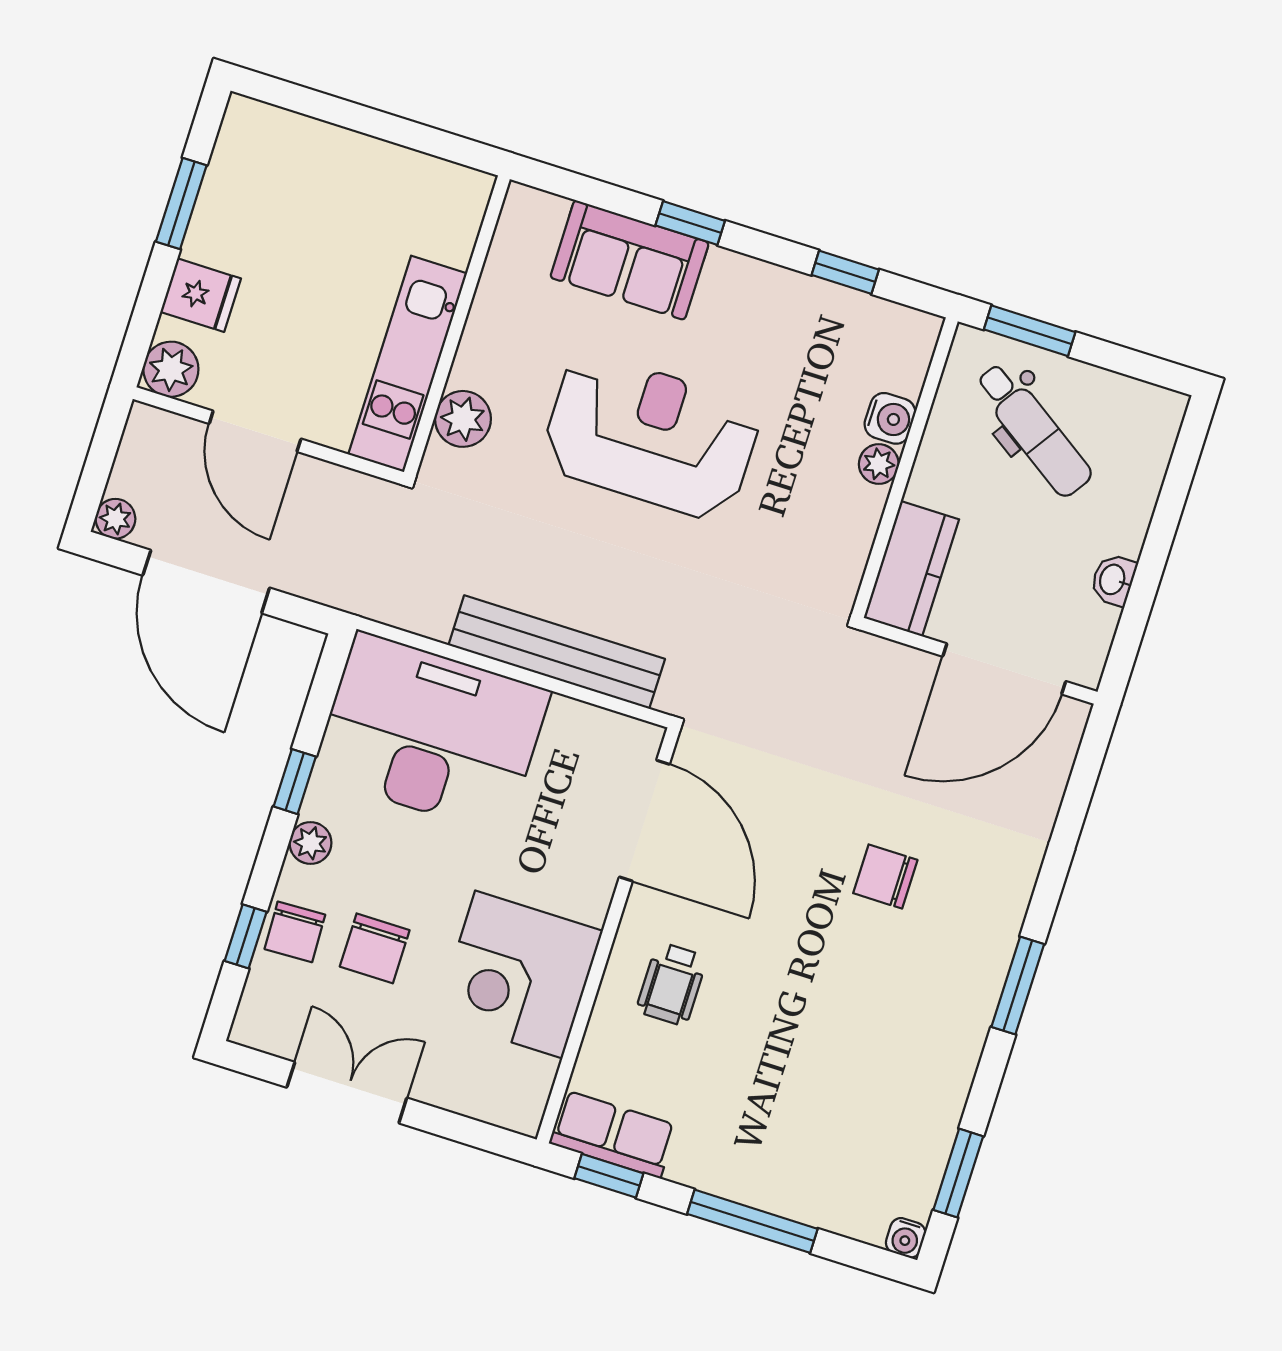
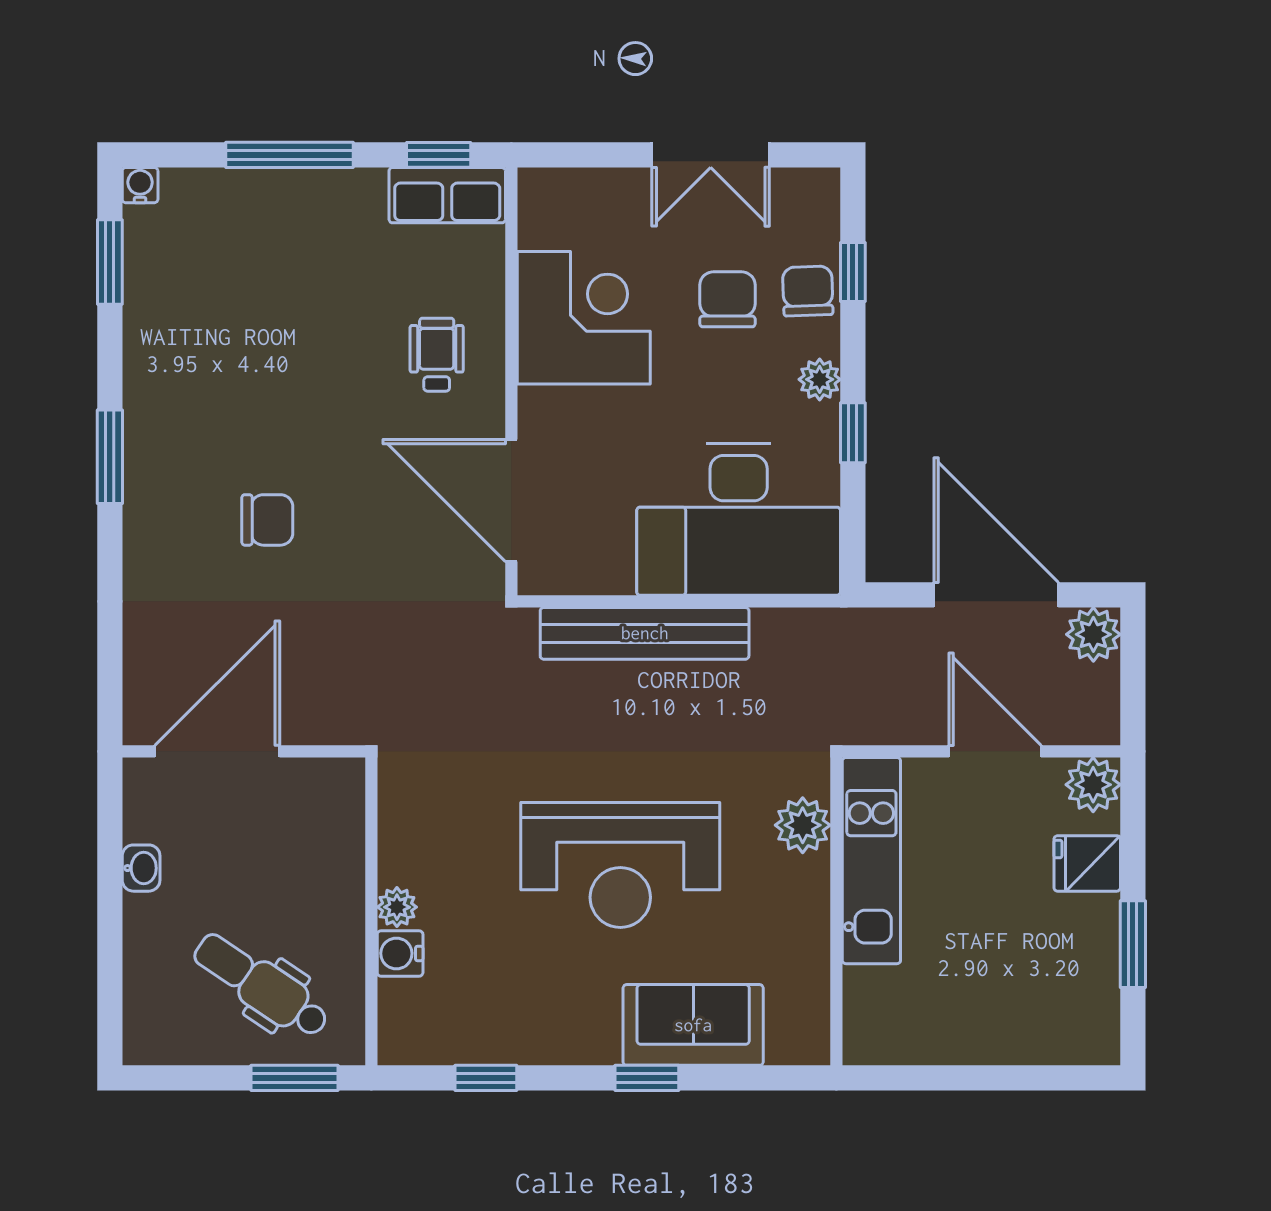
plant: (115, 519) -> (1093, 634), width x1.38, depth x1.38
kitchen counter: (911, 569) -> (335, 818), removed

